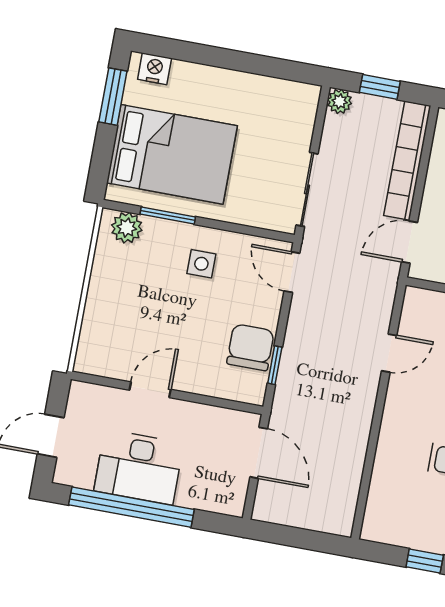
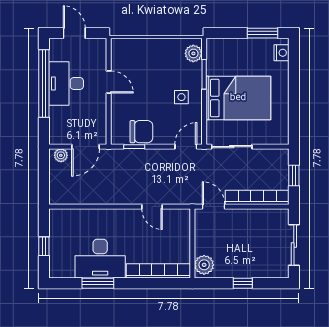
plant: (340, 101) -> (61, 155), moved
bed: (172, 154) -> (238, 98), moved, turned -90

